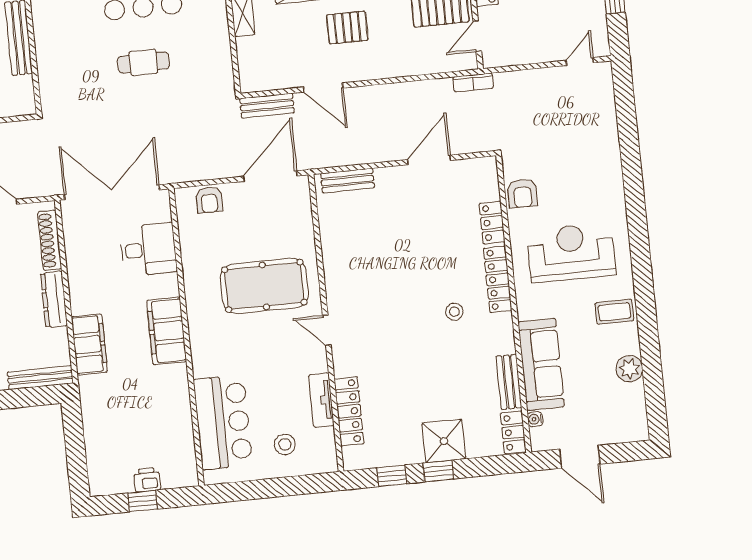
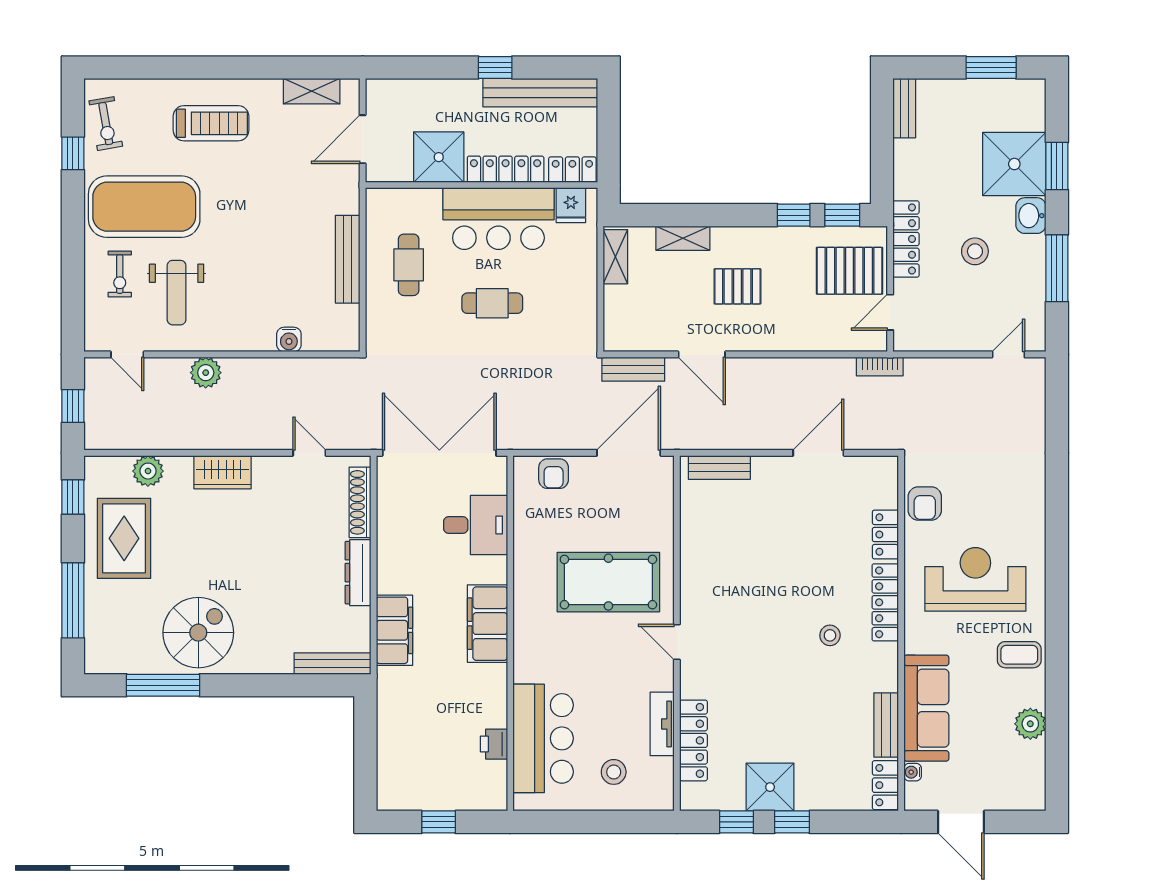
cafe table: (70, 37) -> (409, 265), added
shower: (444, 441) -> (770, 787), moved
printer: (147, 480) -> (494, 744), moved, turned -90

